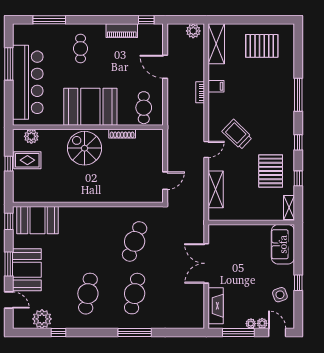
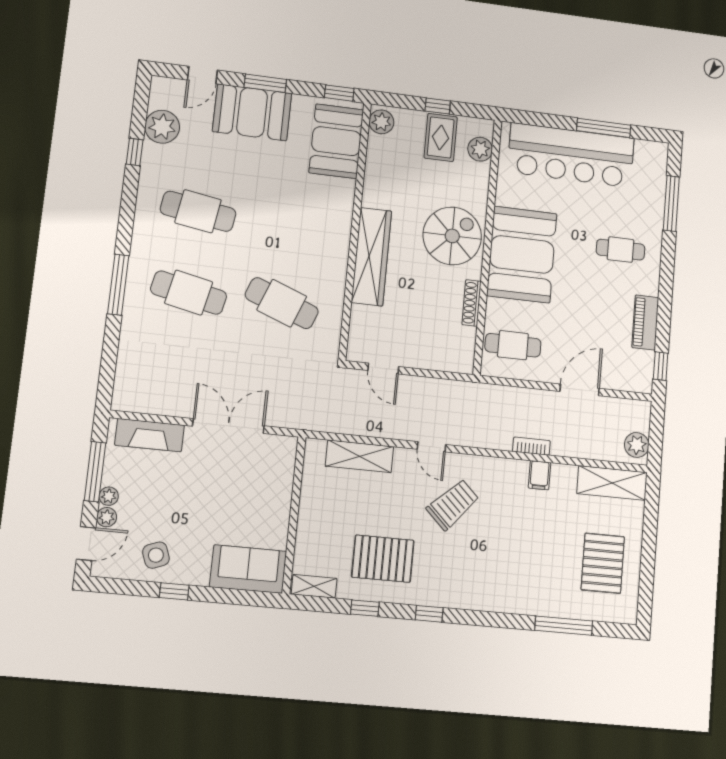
window: (298, 95) -> (564, 626), moved
wardrobe: (102, 194) -> (371, 257), added
plant: (23, 195) -> (381, 122), added

